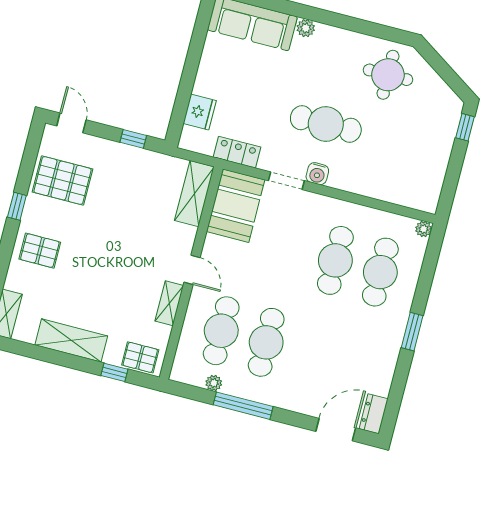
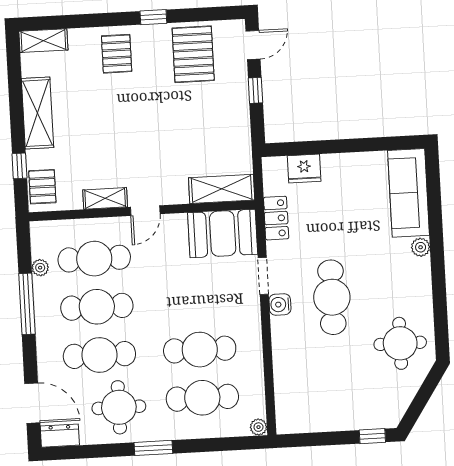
window: (133, 139) -> (255, 90), moved
round table: (365, 351) -> (119, 407), added
cafe table: (311, 354) -> (99, 355), added

